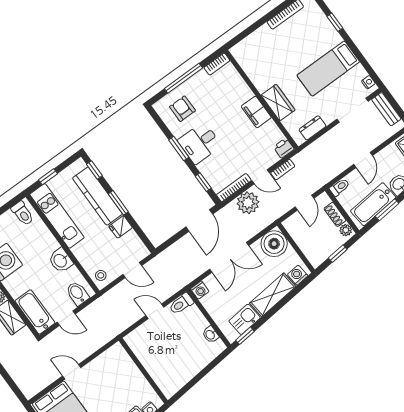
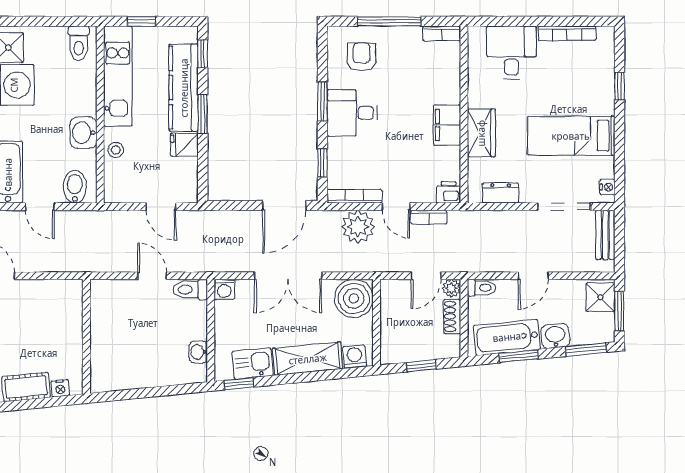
desk: (263, 47) -> (511, 53), added
plant: (346, 230) -> (451, 288), moved
stool: (101, 275) -> (116, 150), moved

